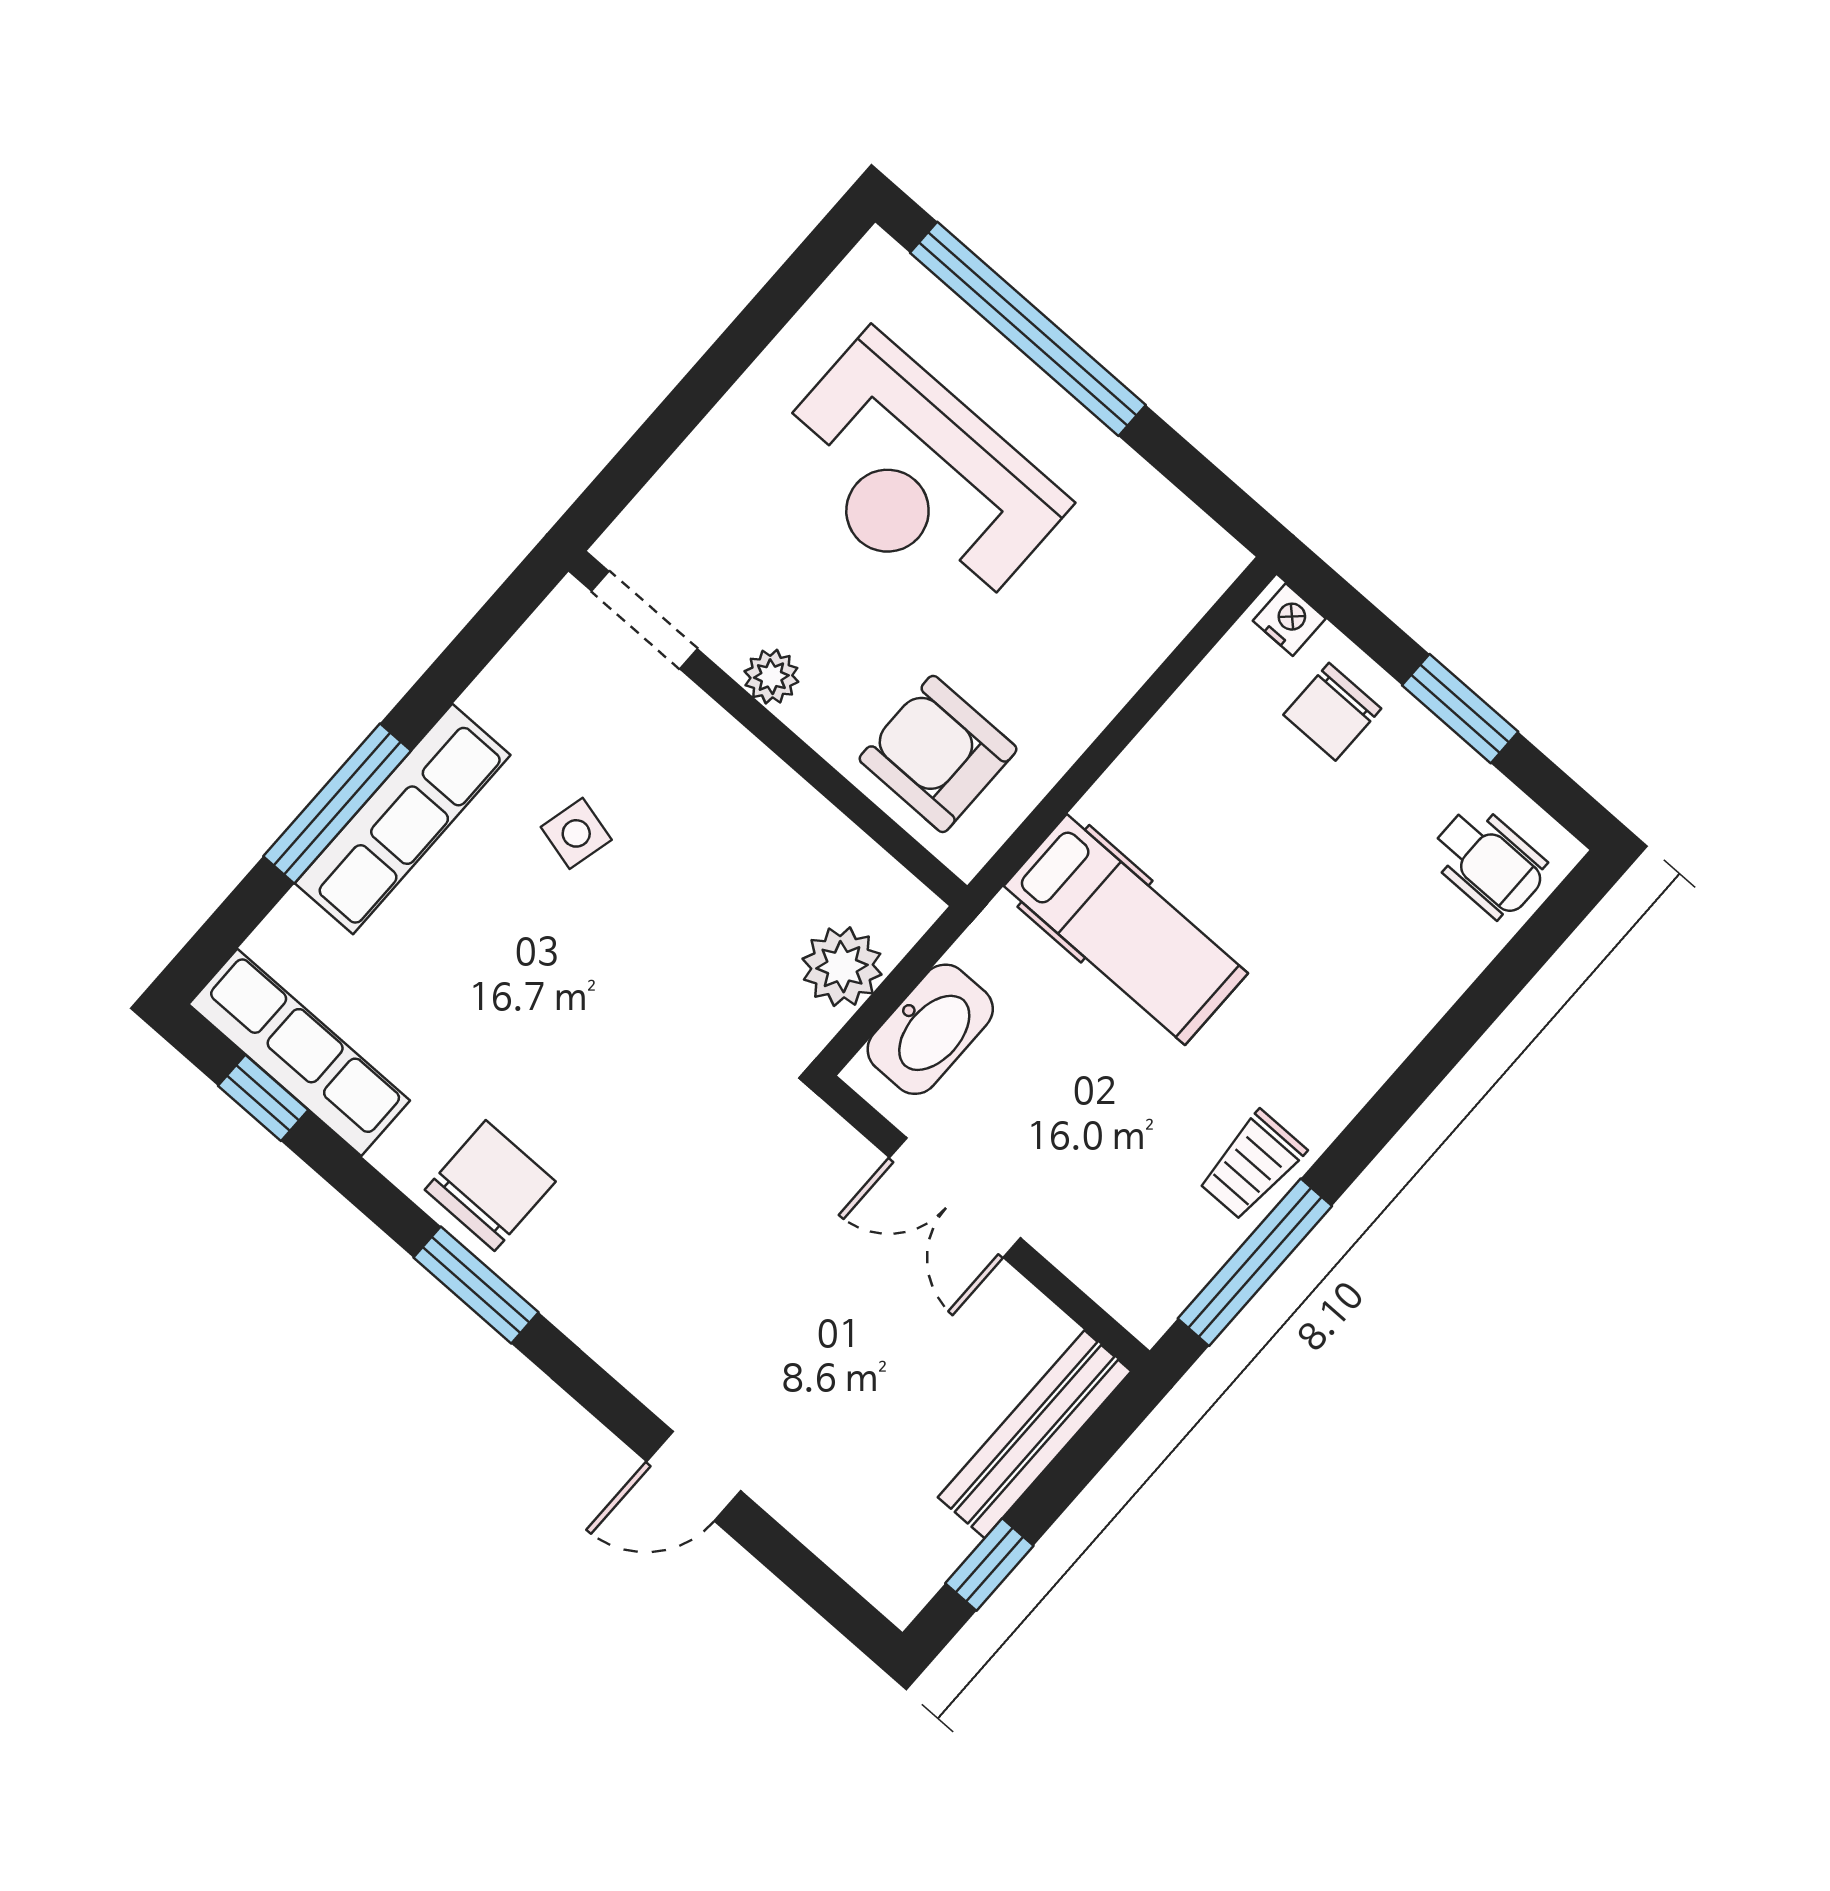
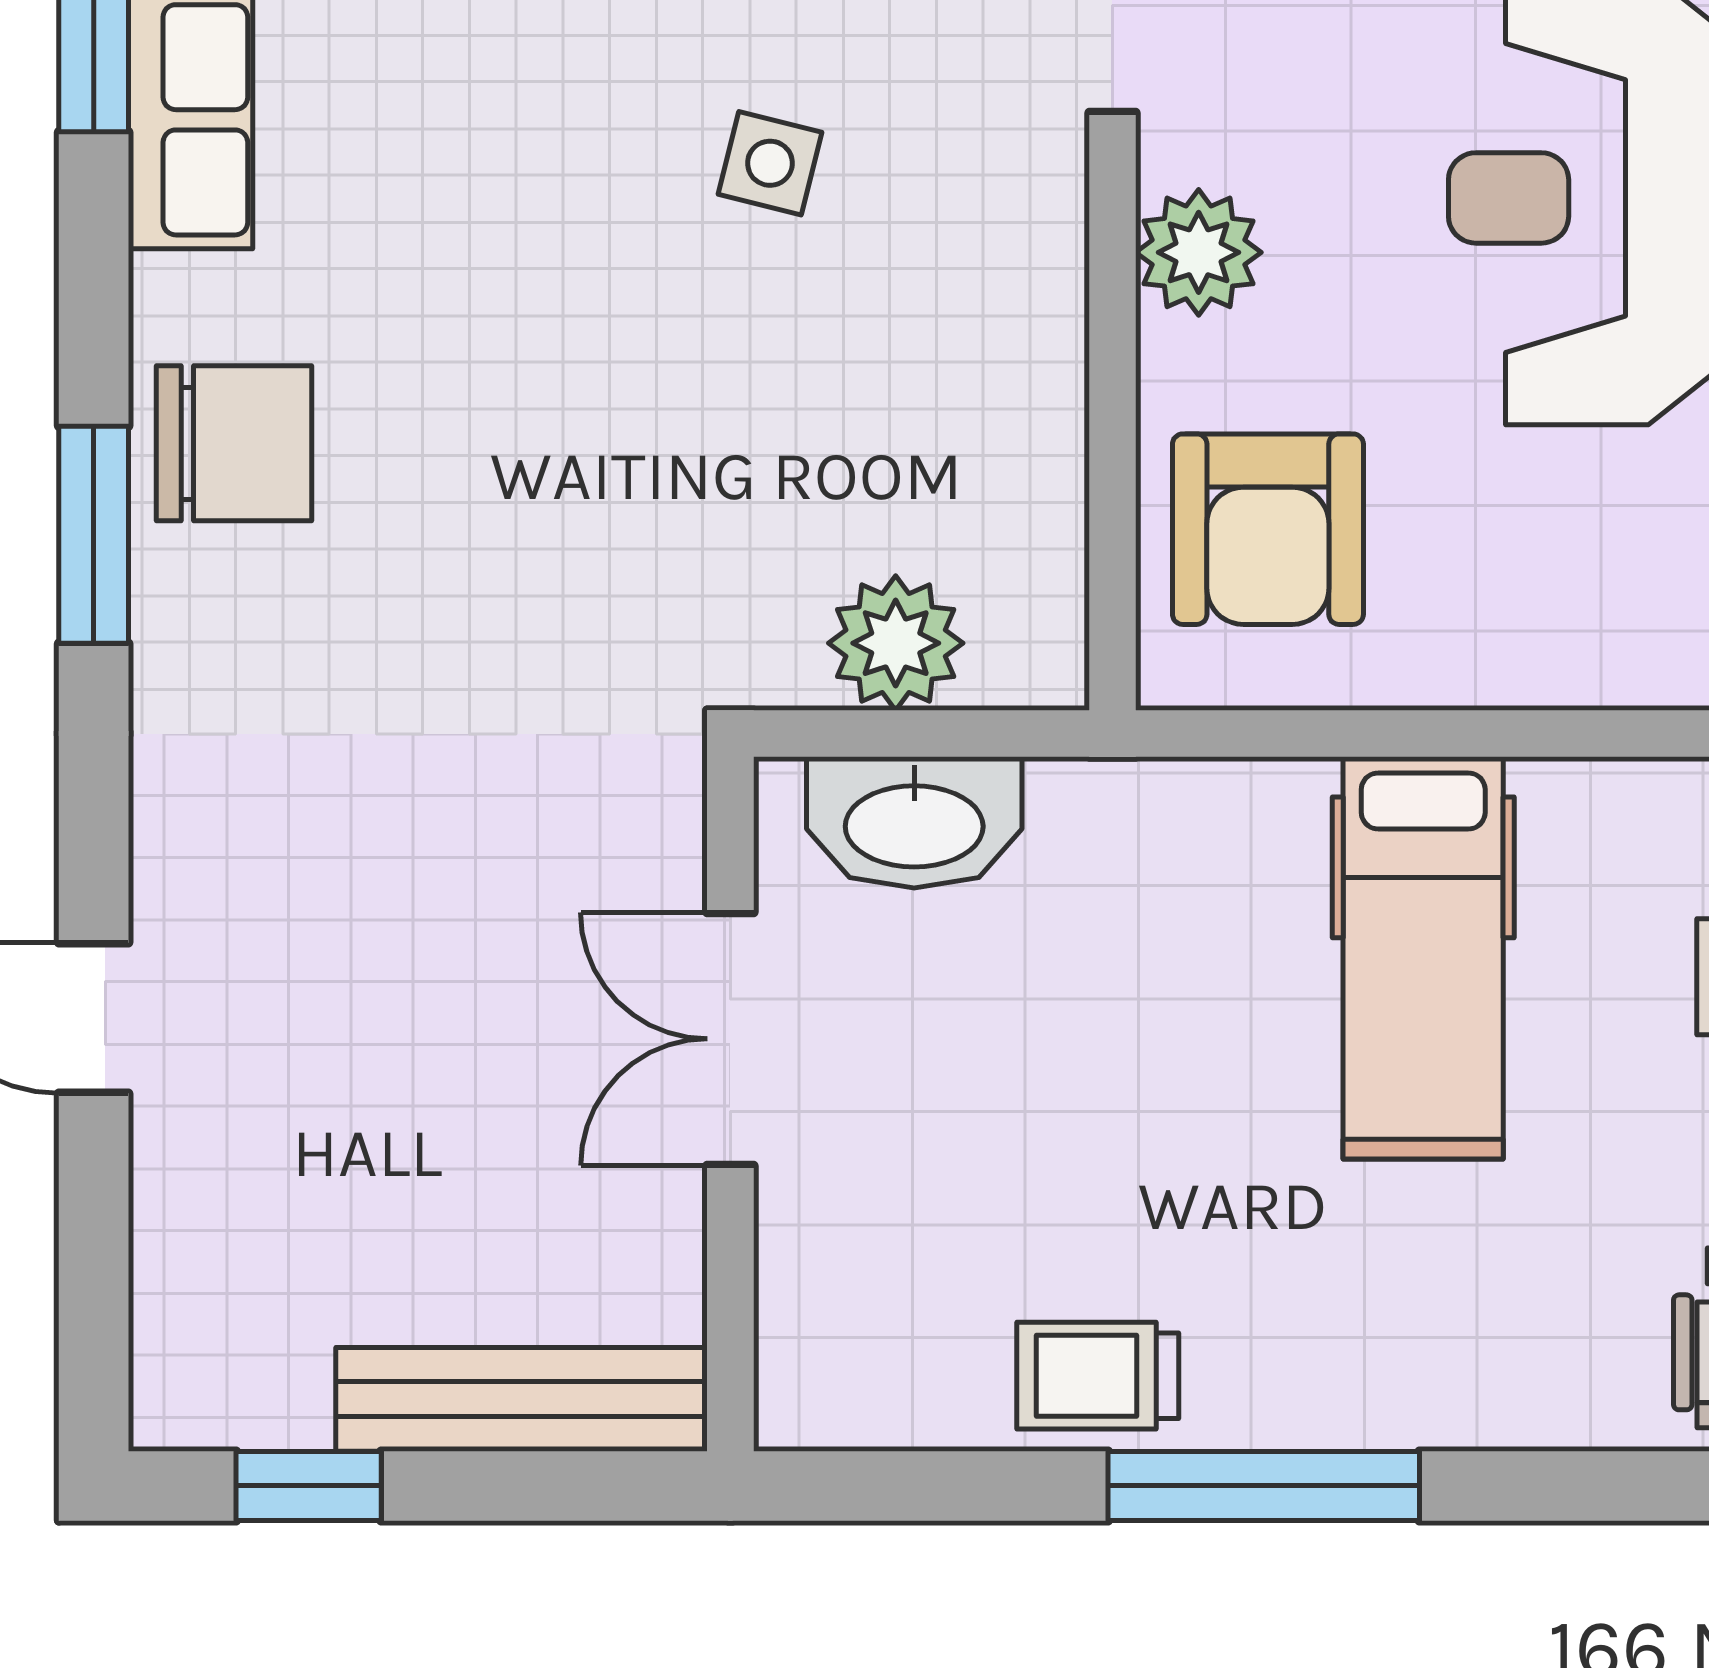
plant: (771, 677) -> (1199, 252), width x1.38, depth x1.38
armchair: (938, 754) -> (1268, 529), turned 180
hospital bed: (1126, 930) -> (1423, 958), moved
window: (1255, 1262) -> (1264, 1486), moved

